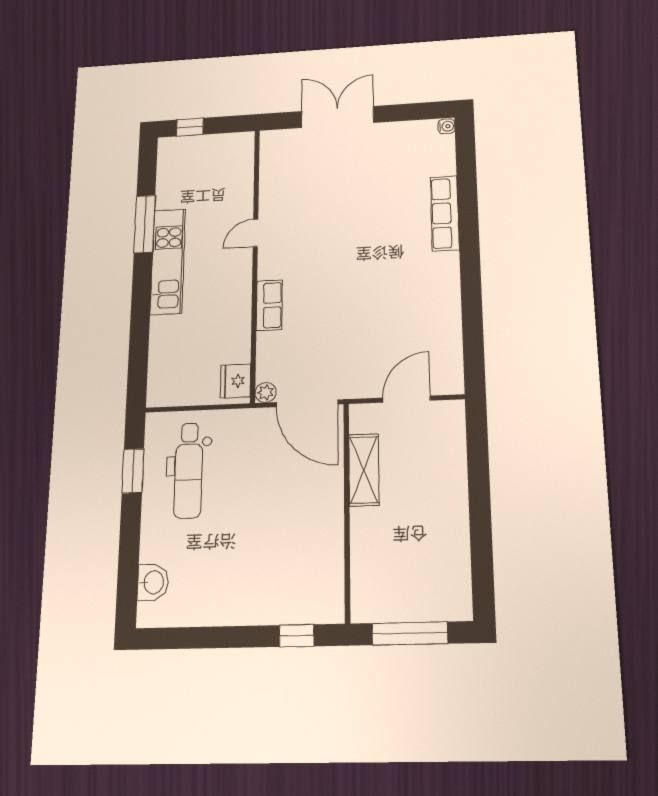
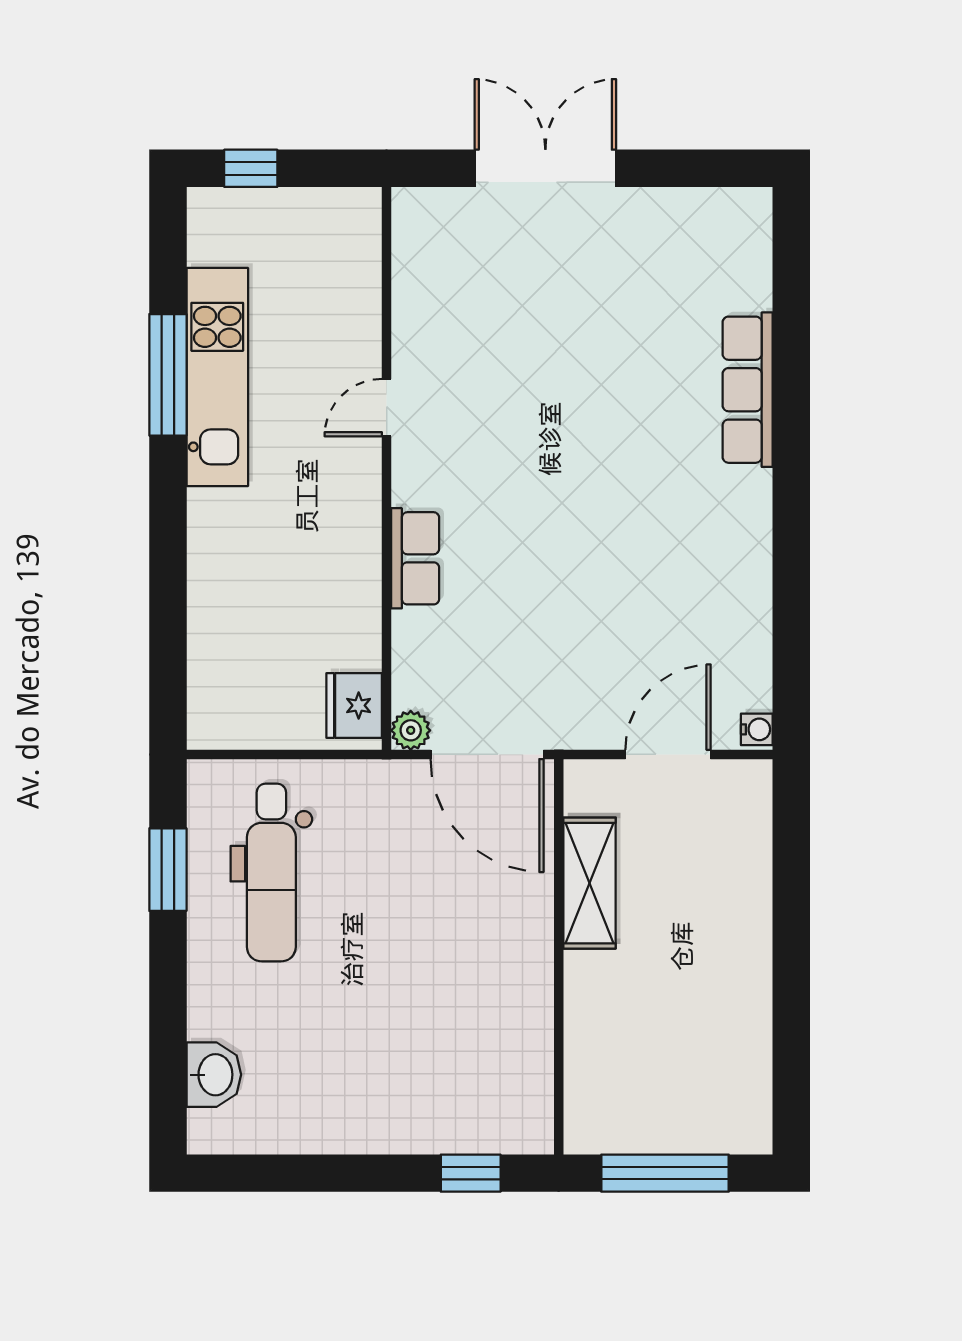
water cooler: (447, 126) -> (757, 729), moved
kitchen unit: (168, 261) -> (217, 377), moved

